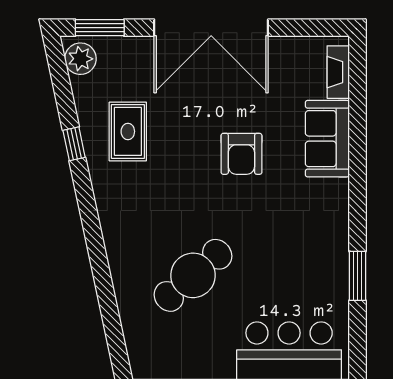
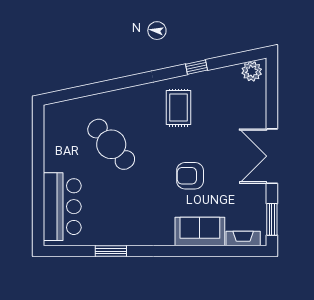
window: (100, 28) -> (272, 219), moved
double door: (211, 28) -> (272, 156), width x0.73
rug: (128, 131) -> (179, 108), moved, turned 90

